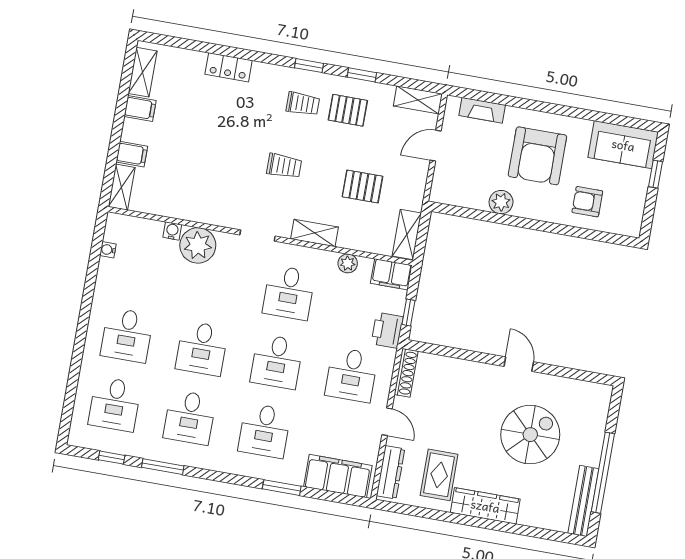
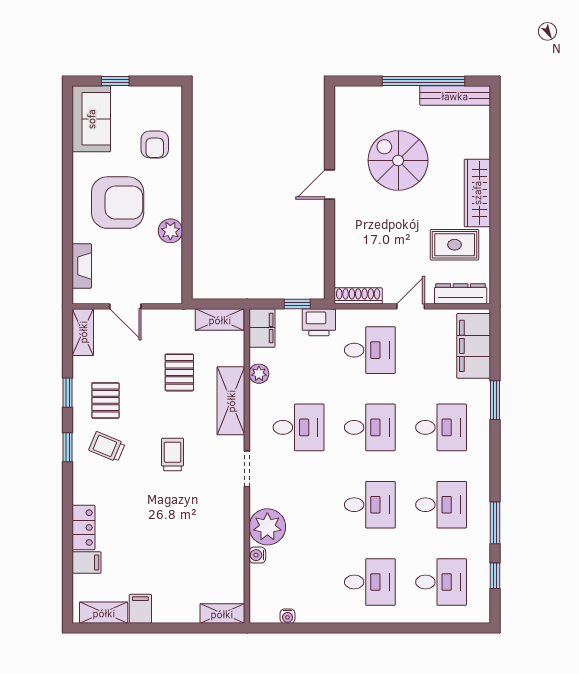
trolley: (303, 104) -> (107, 447), turned -67
filing cabinet: (132, 154) -> (87, 563), moved, turned 90
shelving: (315, 233) -> (231, 401), width x1.50, depth x1.33

